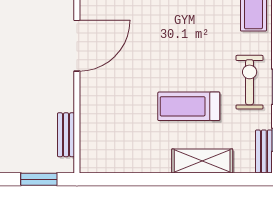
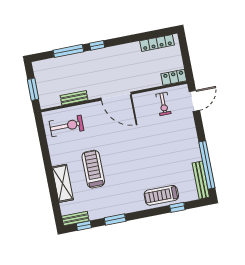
exercise bike: (250, 82) -> (67, 126), moved
bench: (66, 135) -> (74, 98), moved

